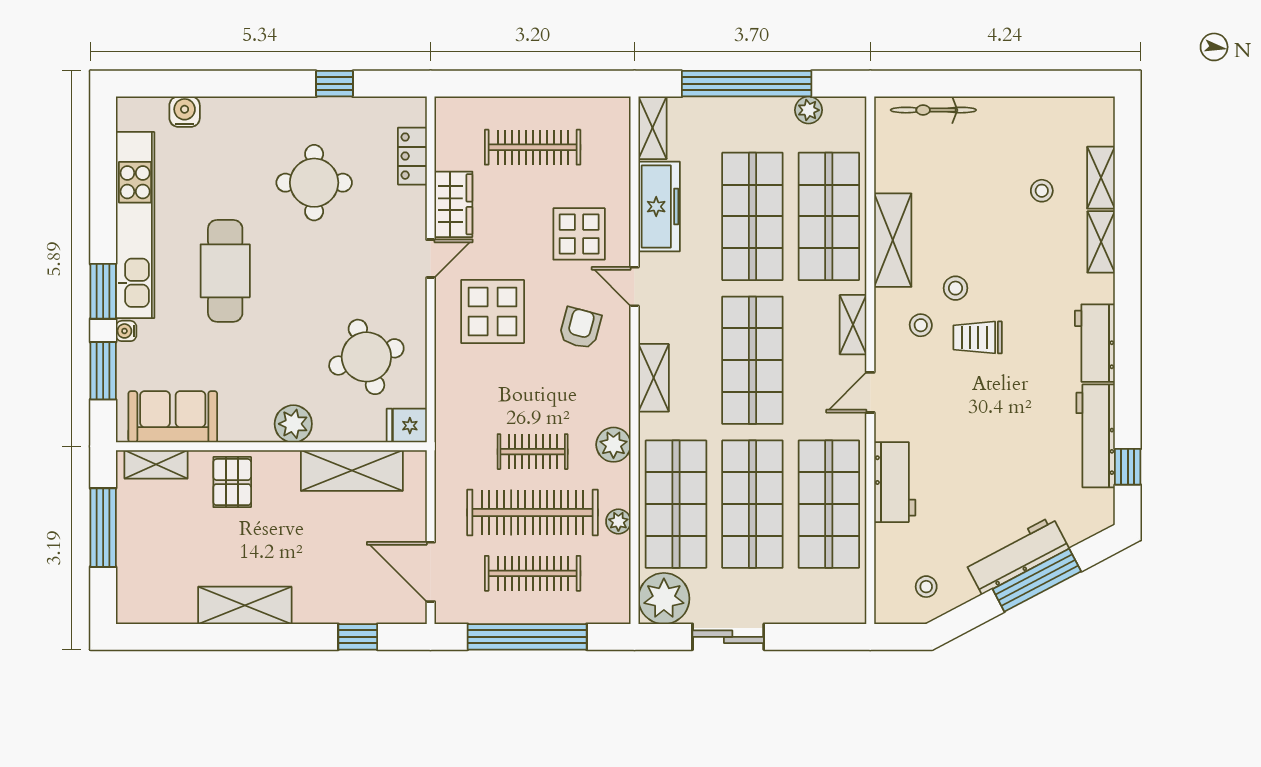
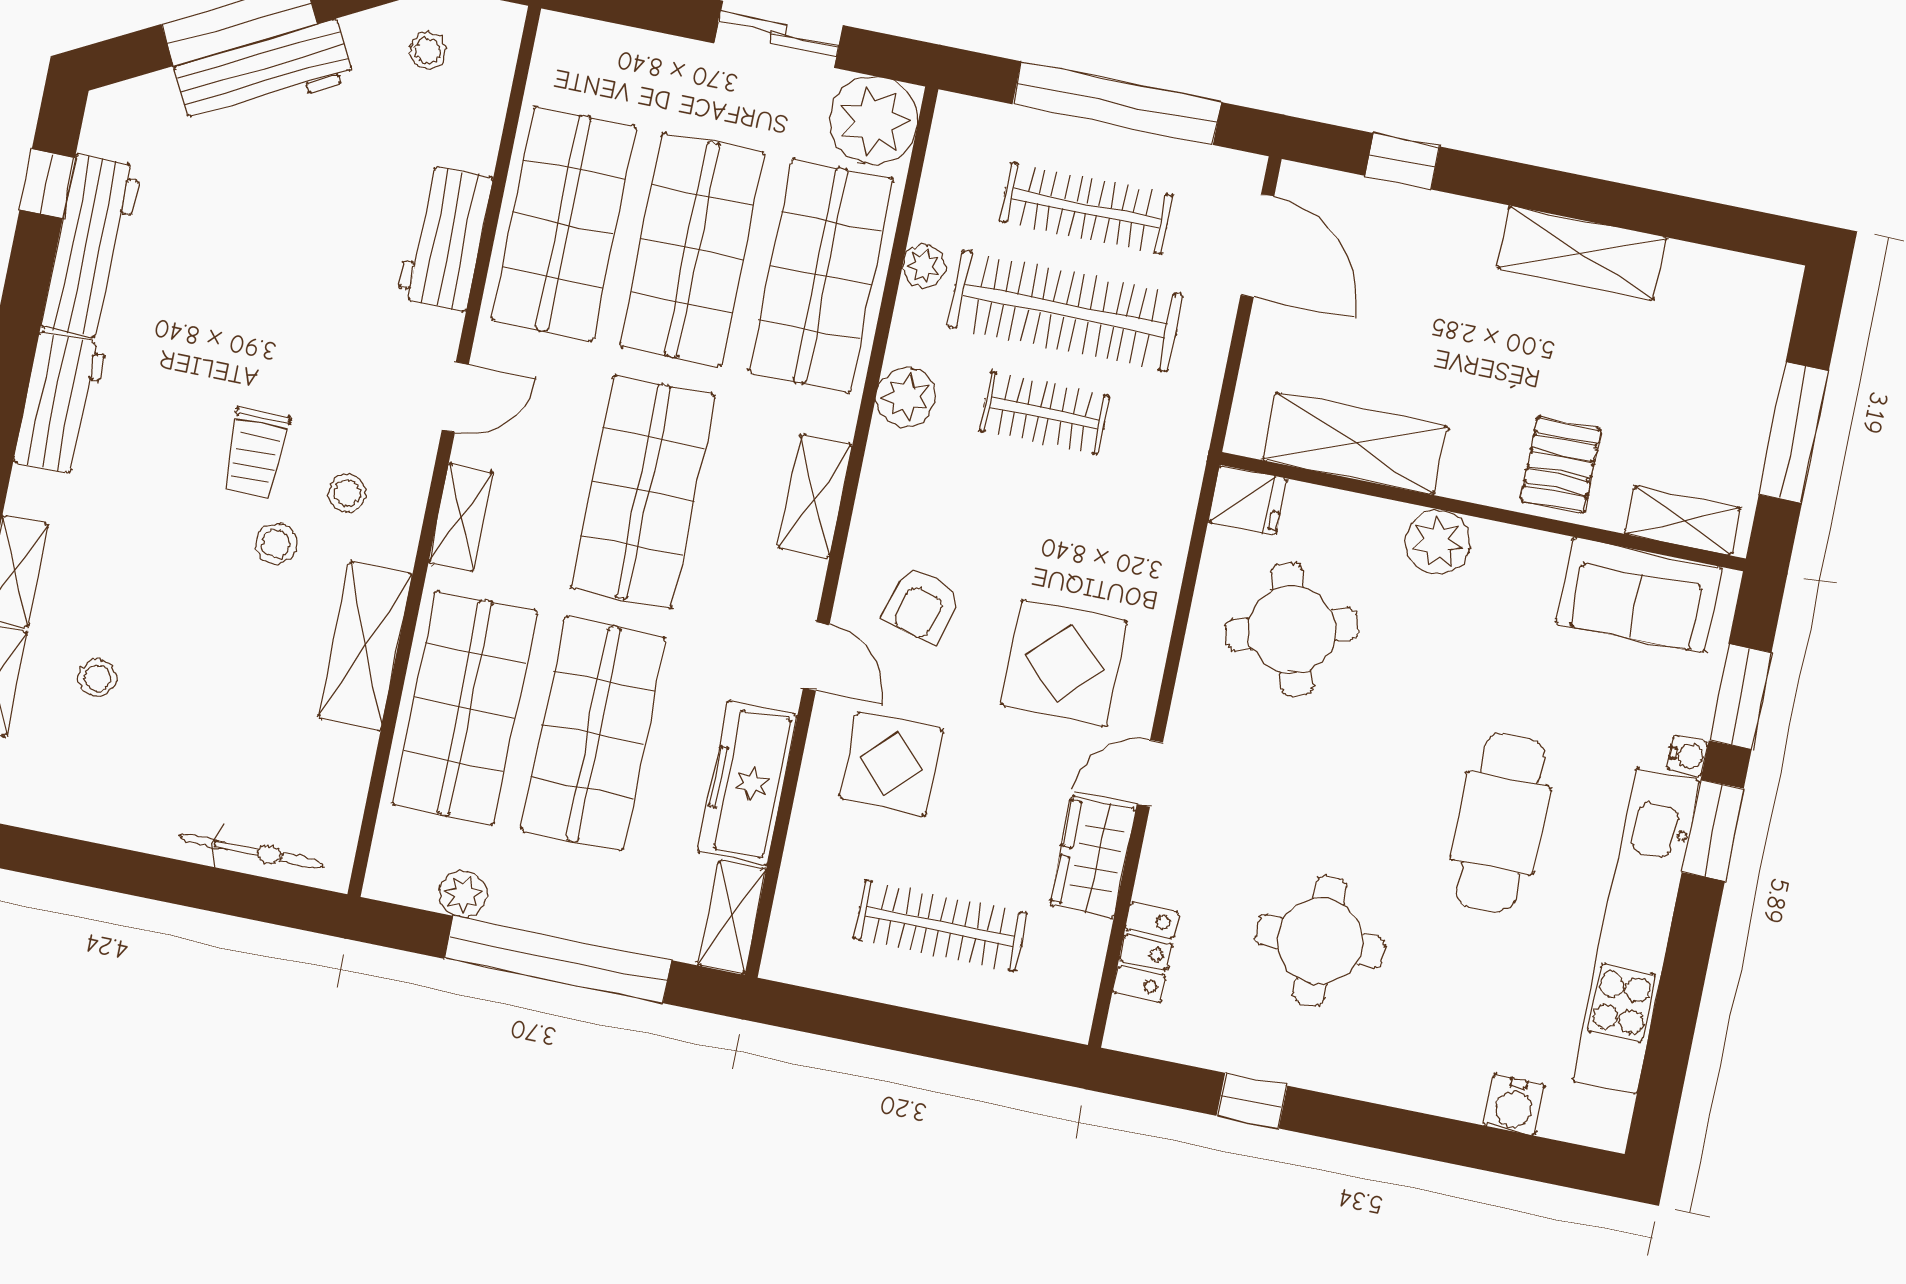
trolley: (978, 337) -> (256, 453), turned 90

